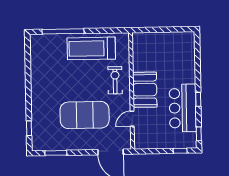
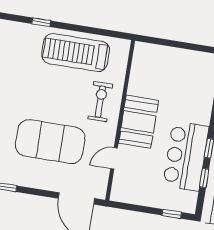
window: (63, 31) -> (41, 22), width x0.32
window: (199, 134) -> (204, 178), moved

